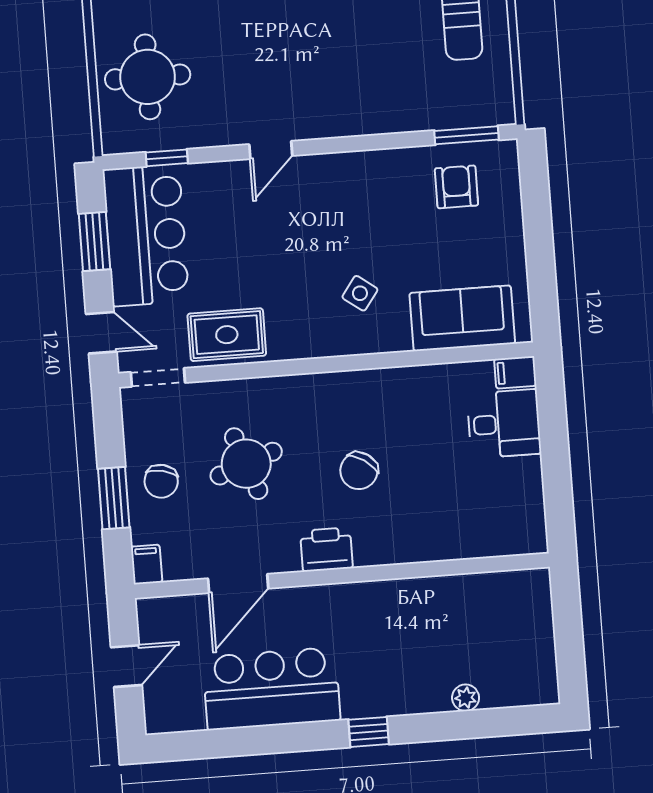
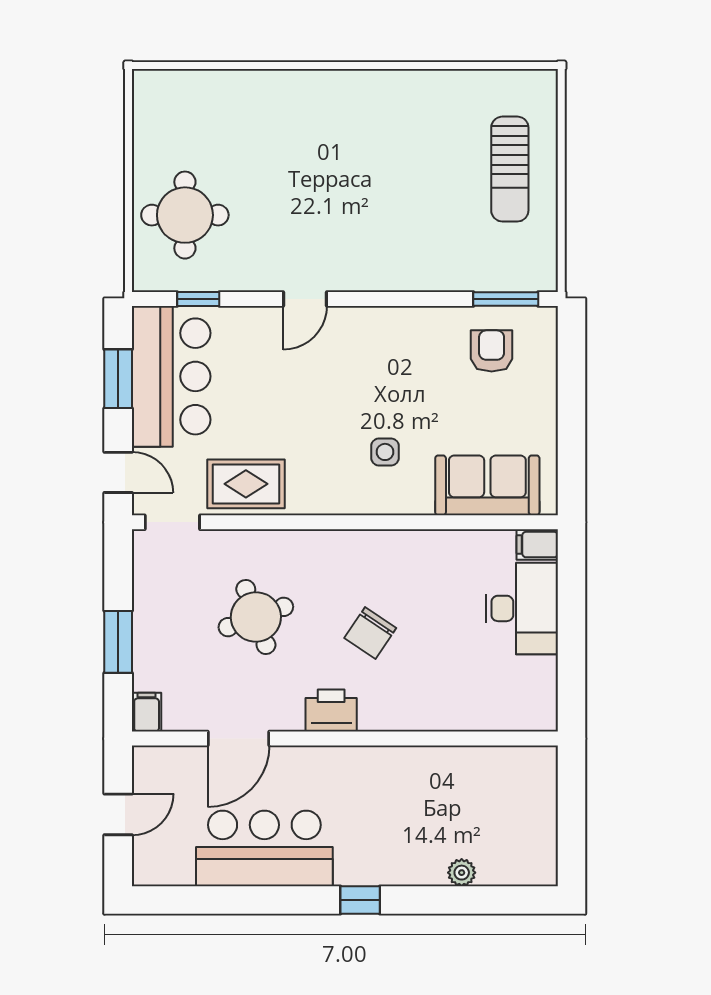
side table: (360, 293) -> (385, 452), turned -36
desk: (504, 424) -> (522, 608), width x1.37
chair: (161, 481) -> (168, 628), removed

